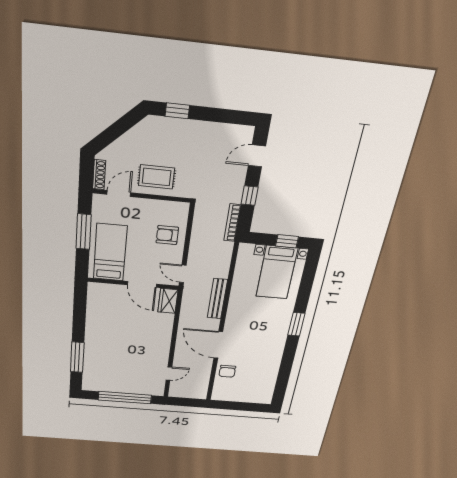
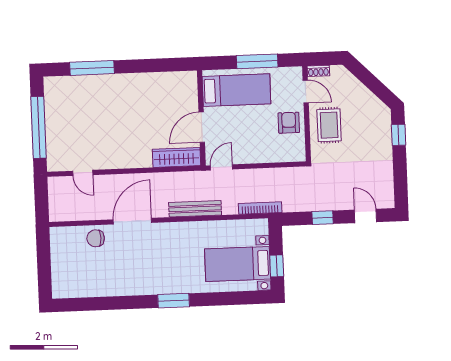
shoe rack: (99, 175) -> (318, 71), width x0.70
bookcase: (232, 223) -> (260, 208), moved
armchair: (167, 235) -> (289, 123), moved
wardrobe: (168, 301) -> (177, 157), width x1.50

